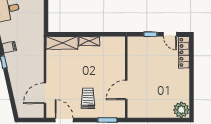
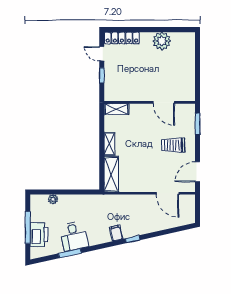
door: (170, 34) -> (102, 54), swing flipped
shelving: (120, 47) -> (116, 109), added
plant: (181, 110) -> (162, 41), moved

